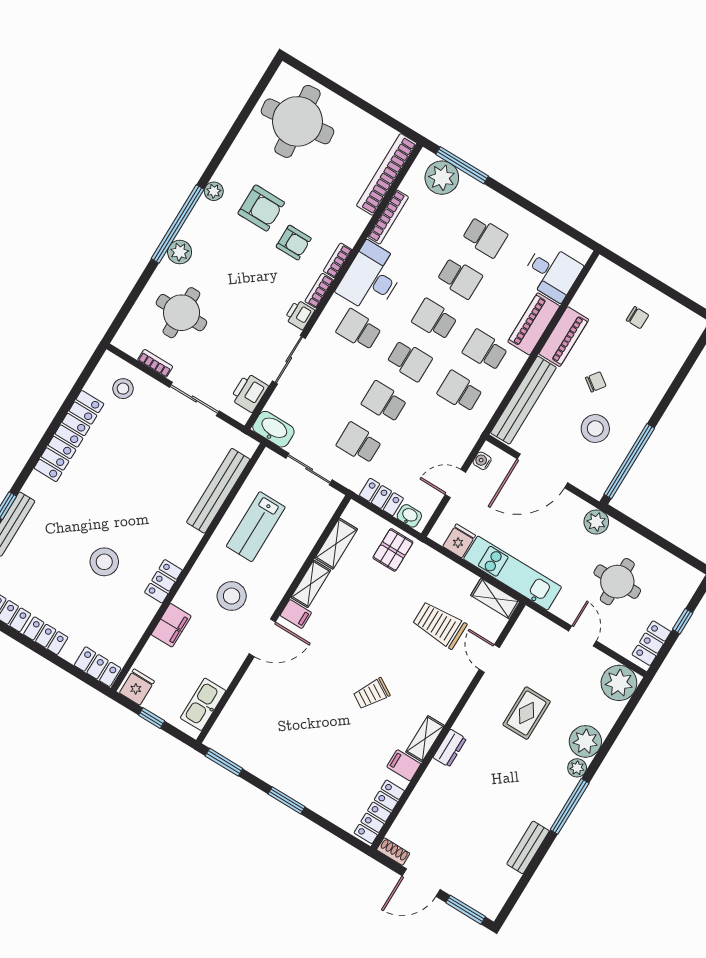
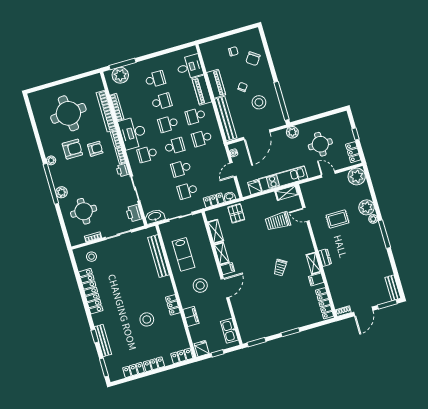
round table: (297, 121) -> (68, 113), moved
bookcase: (387, 174) -> (106, 111), moved
chair: (654, 358) -> (253, 59), added
rug: (527, 713) -> (337, 219), turned 90
bench: (528, 847) -> (393, 288), moved

